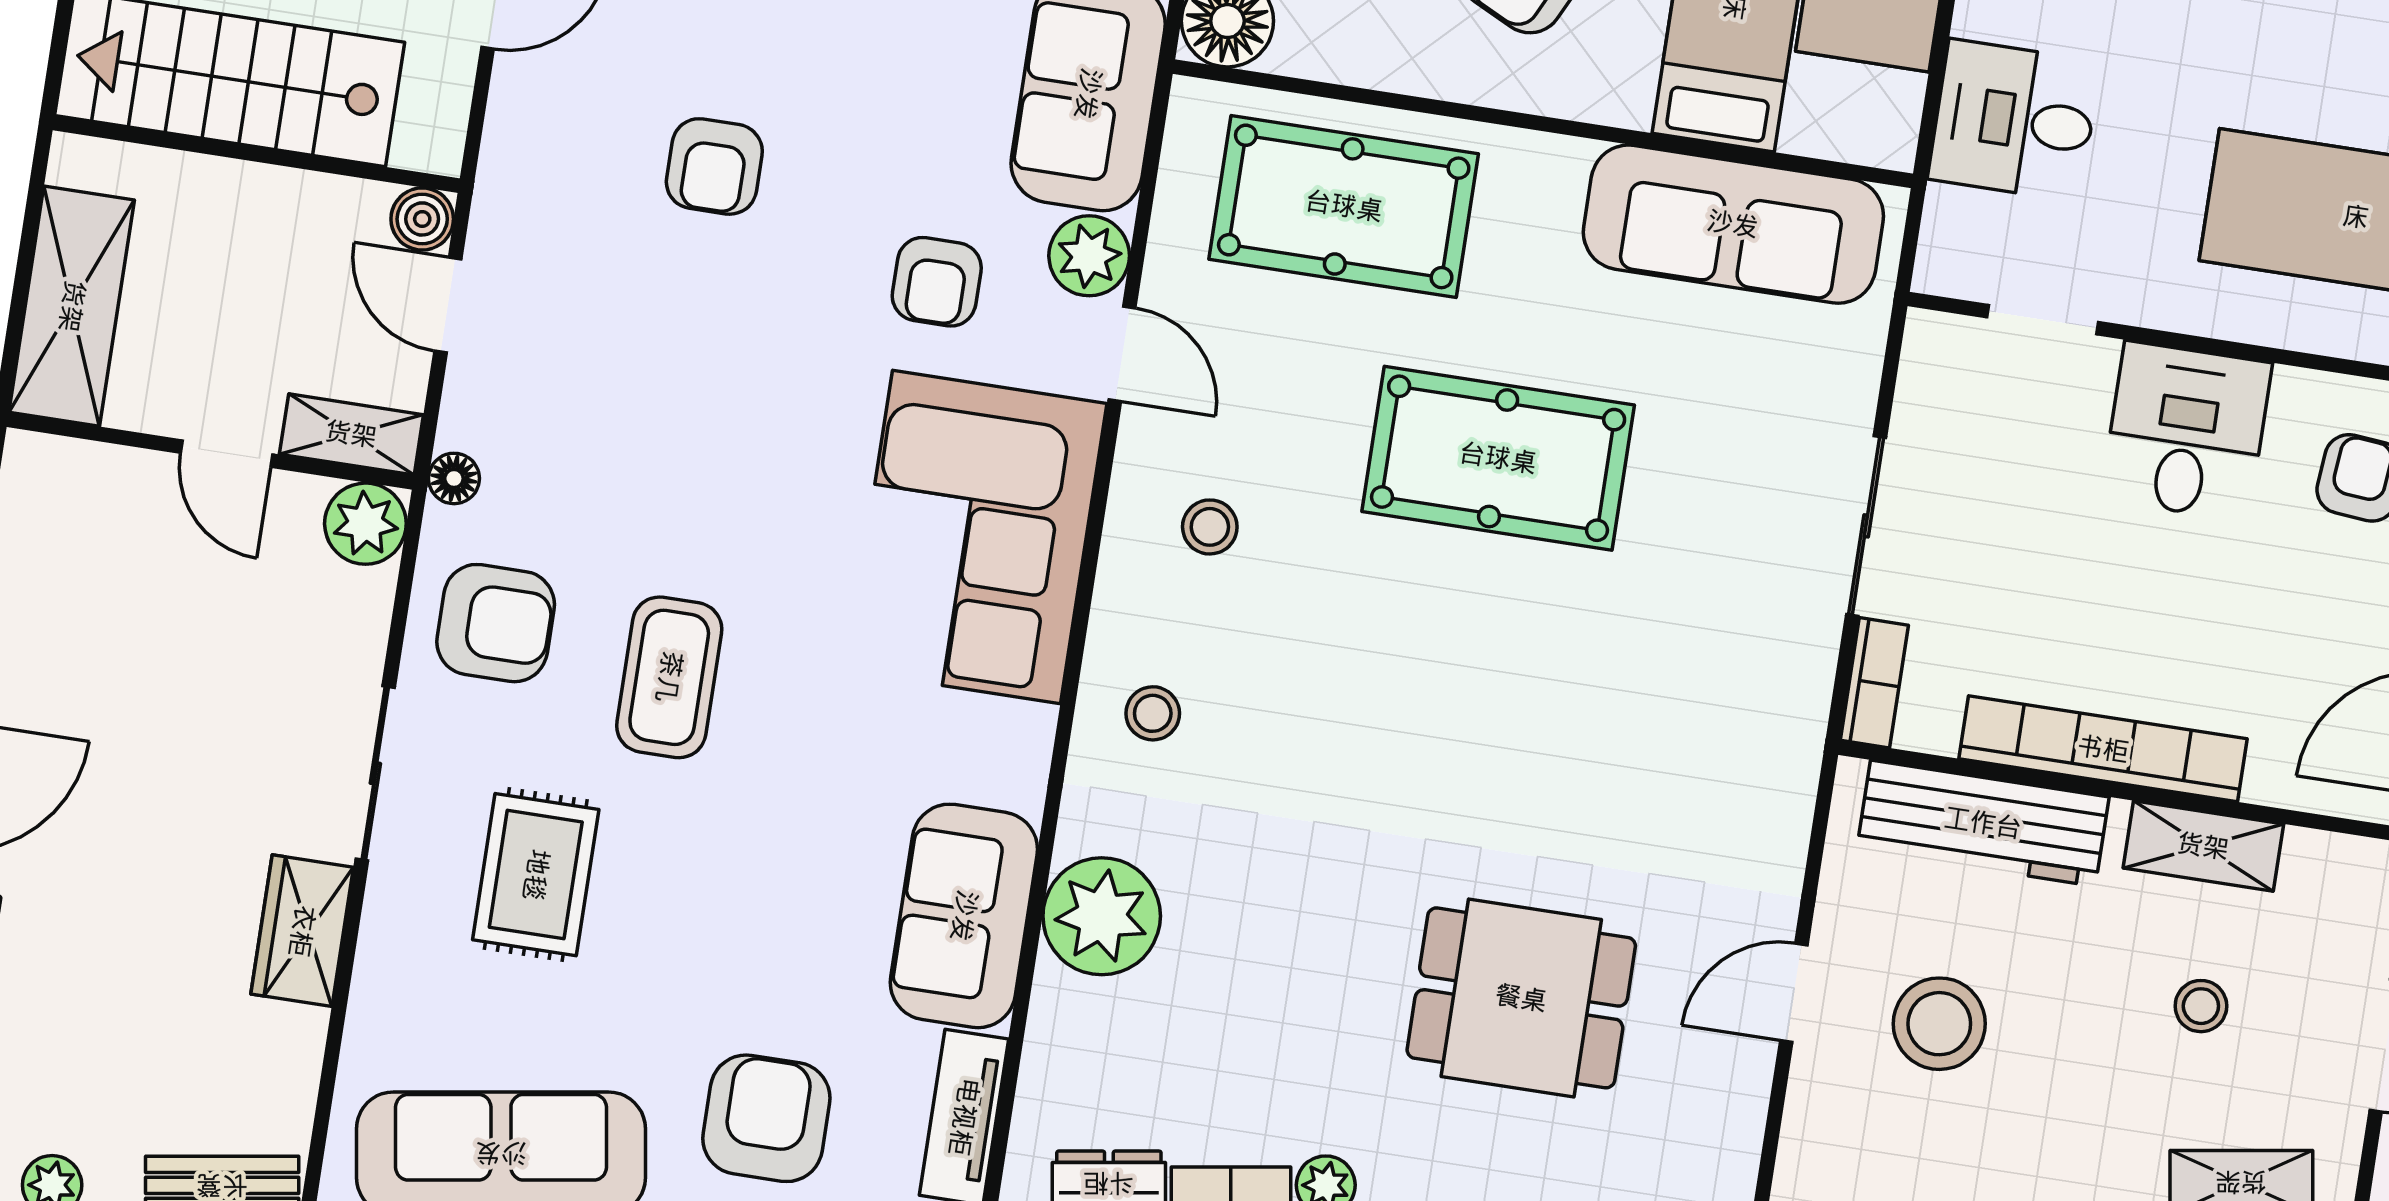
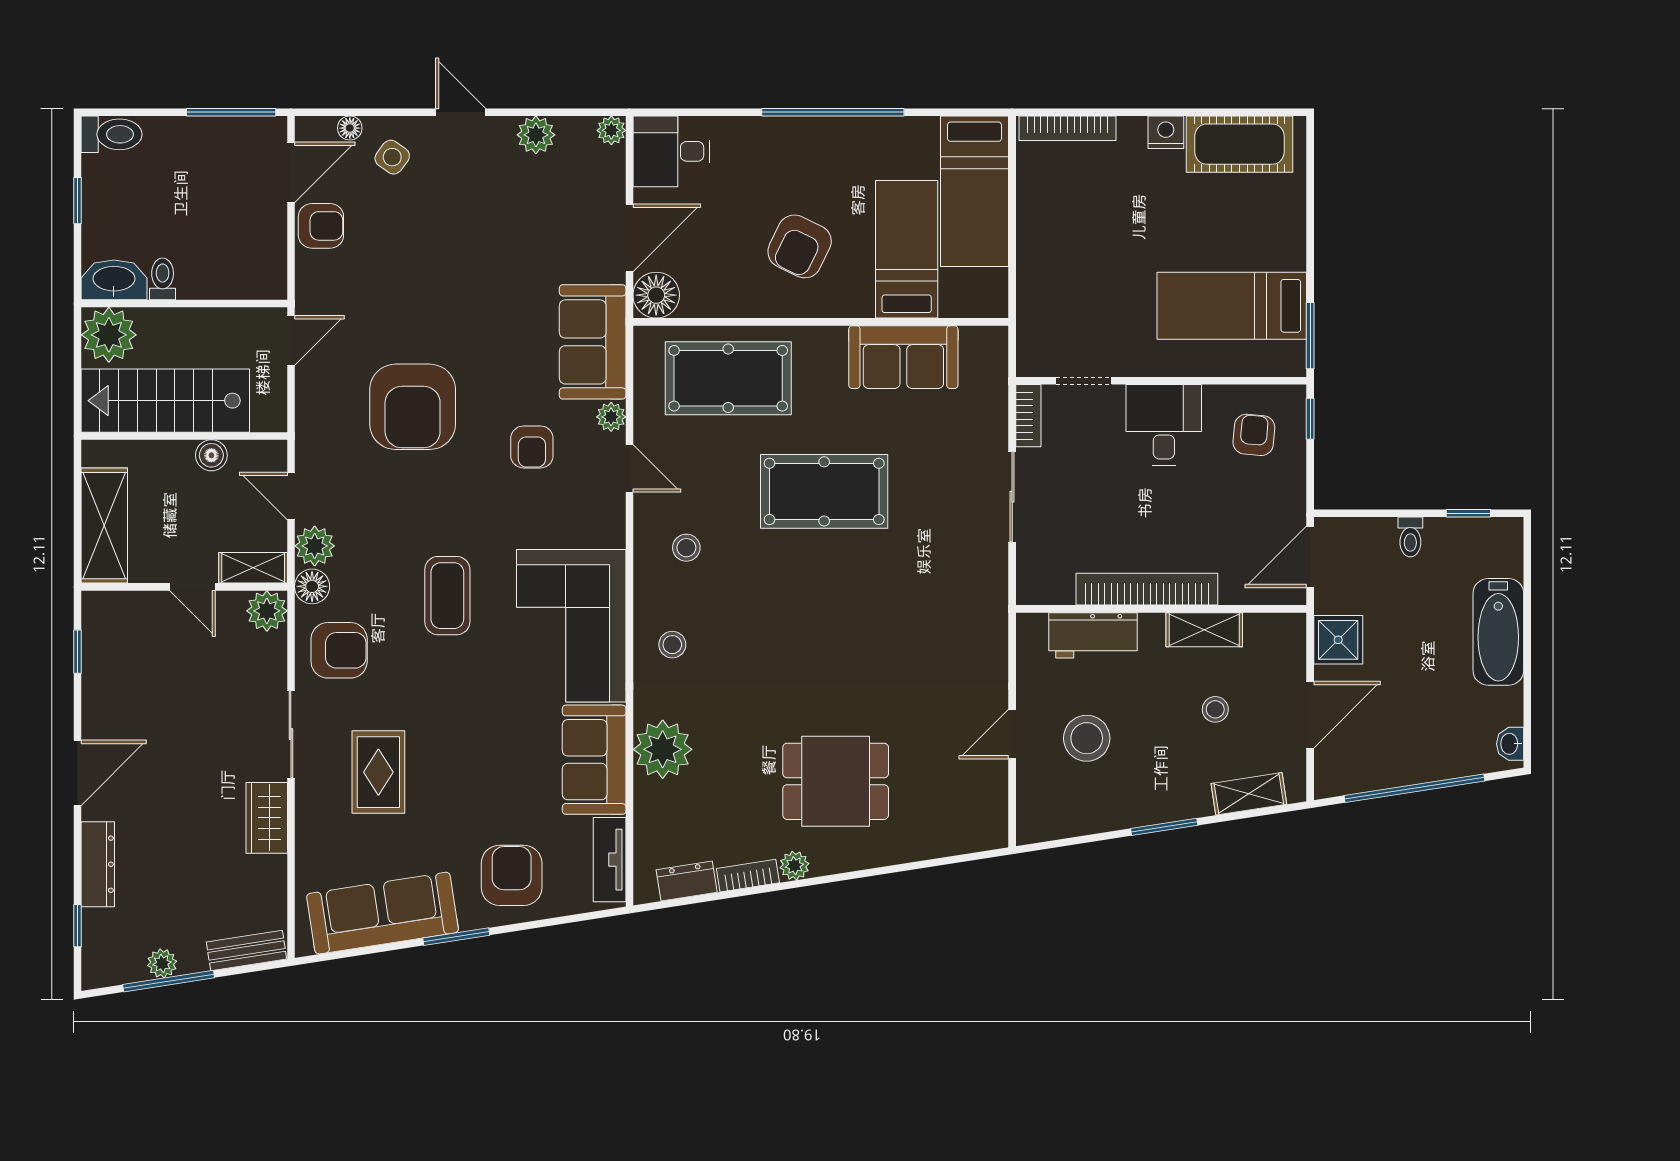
desk: (2014, 120) -> (1054, 284), removed
armchair: (714, 166) -> (413, 407), width x1.88, depth x1.88
boiler: (422, 219) -> (211, 455), moved
sofa: (1733, 224) -> (903, 357), width x0.73
plant: (1089, 256) -> (611, 417), width x0.73, depth x0.73
plant: (479, 410) -> (315, 546), added
floor lamp: (454, 478) -> (312, 586), width x1.37, depth x1.37
corner sofa: (976, 537) -> (571, 626), moved
coffee table: (669, 677) -> (447, 596), moved
bookcase: (1874, 683) -> (1028, 416), moved
workbench: (1983, 823) -> (1093, 635), width x0.73
dining table: (1521, 998) -> (836, 781), moved

